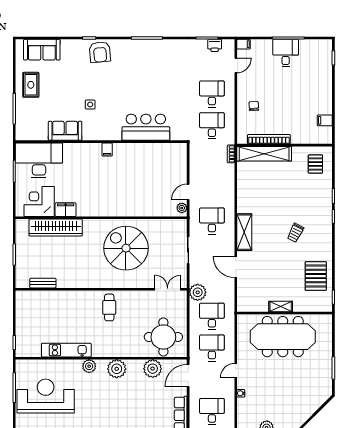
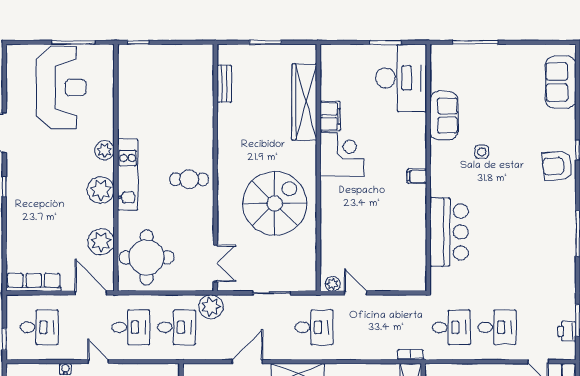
rug: (31, 85) -> (510, 66), removed
corner desk: (39, 201) -> (342, 154), moved
kitchen unit: (66, 350) -> (128, 174), moved

